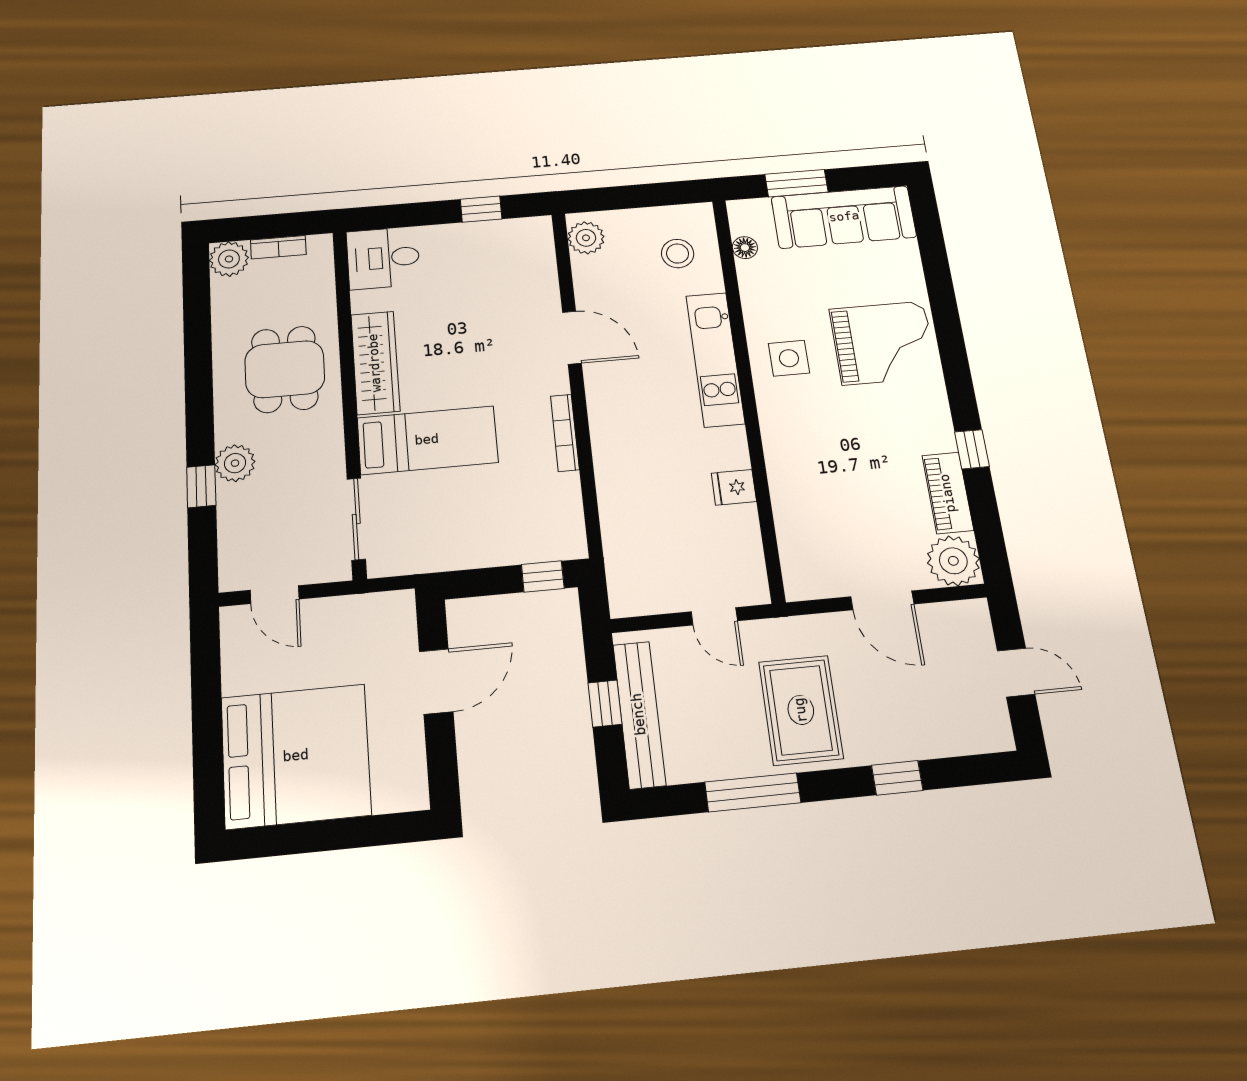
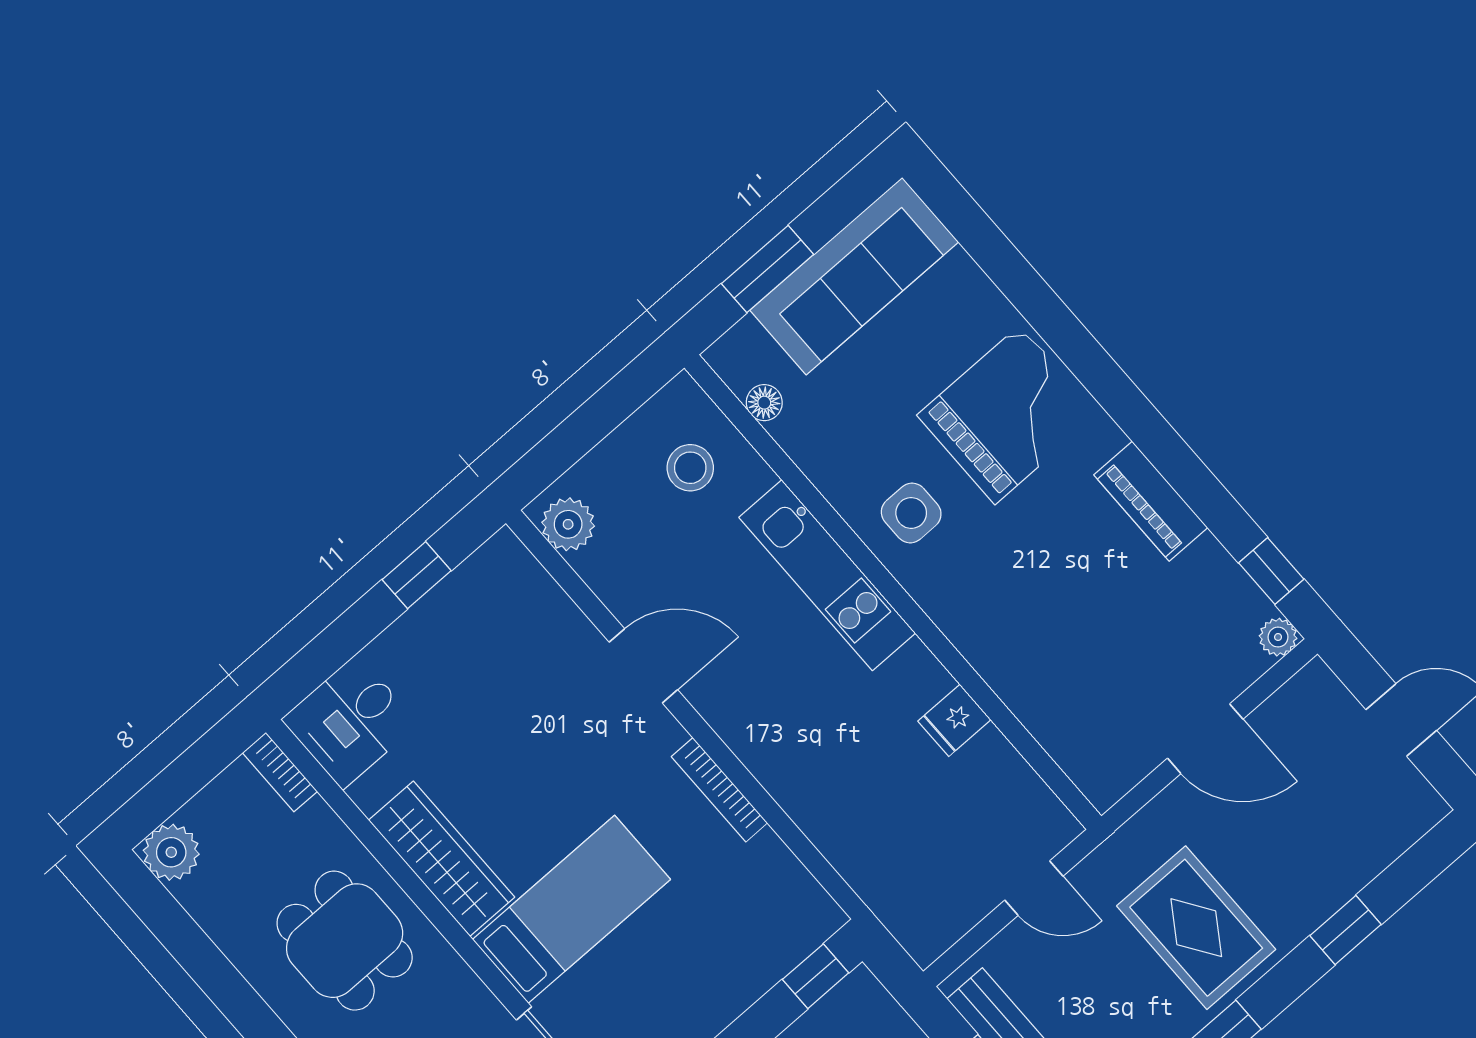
bookcase: (278, 247) -> (280, 772), moved, turned 90
window: (972, 449) -> (1271, 571), moved
piano: (948, 493) -> (1151, 501), moved
plant: (953, 561) -> (1278, 637), width x0.53, depth x0.53

